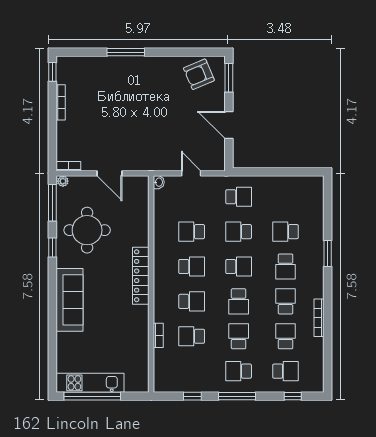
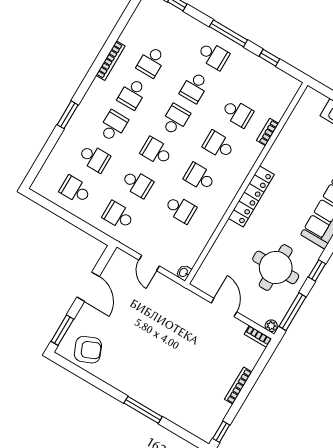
bookcase: (61, 102) -> (238, 386), moved
school desk: (286, 371) -> (75, 190), moved

